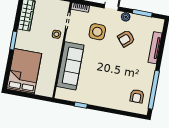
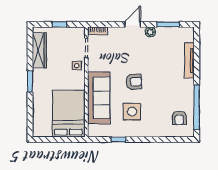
side table: (97, 32) -> (132, 112), moved
armchair: (126, 39) -> (134, 82), moved, turned -142
bed: (24, 71) -> (68, 114), moved

